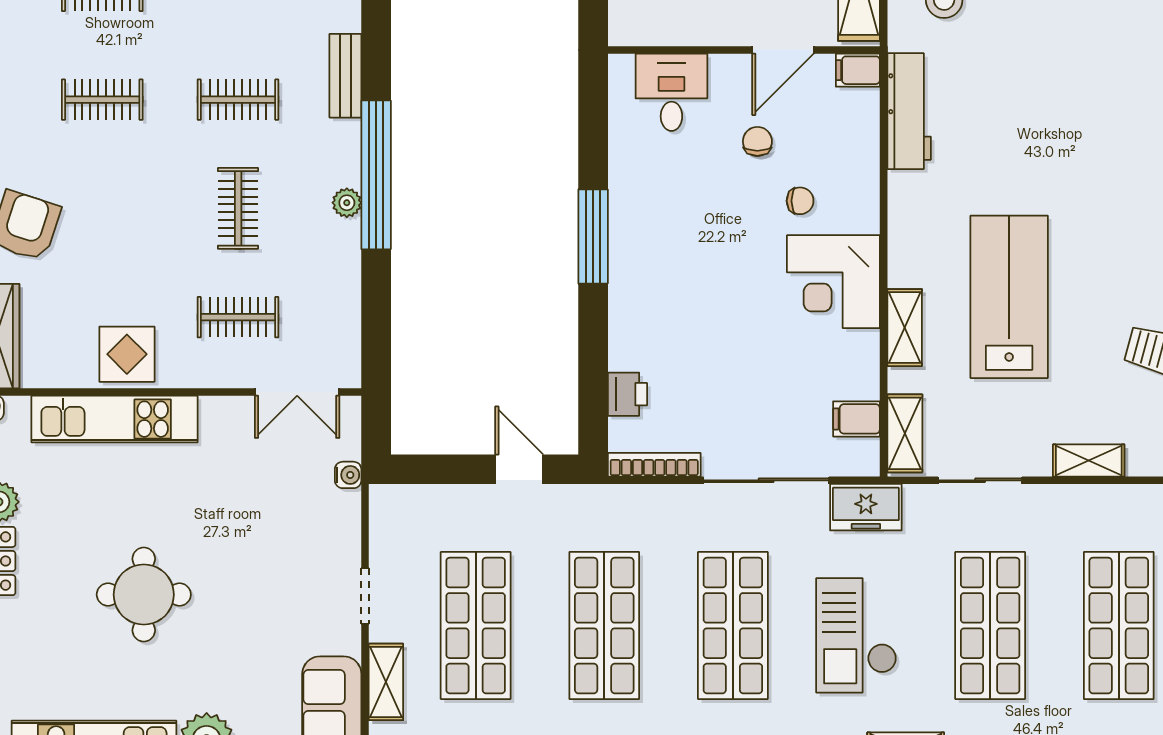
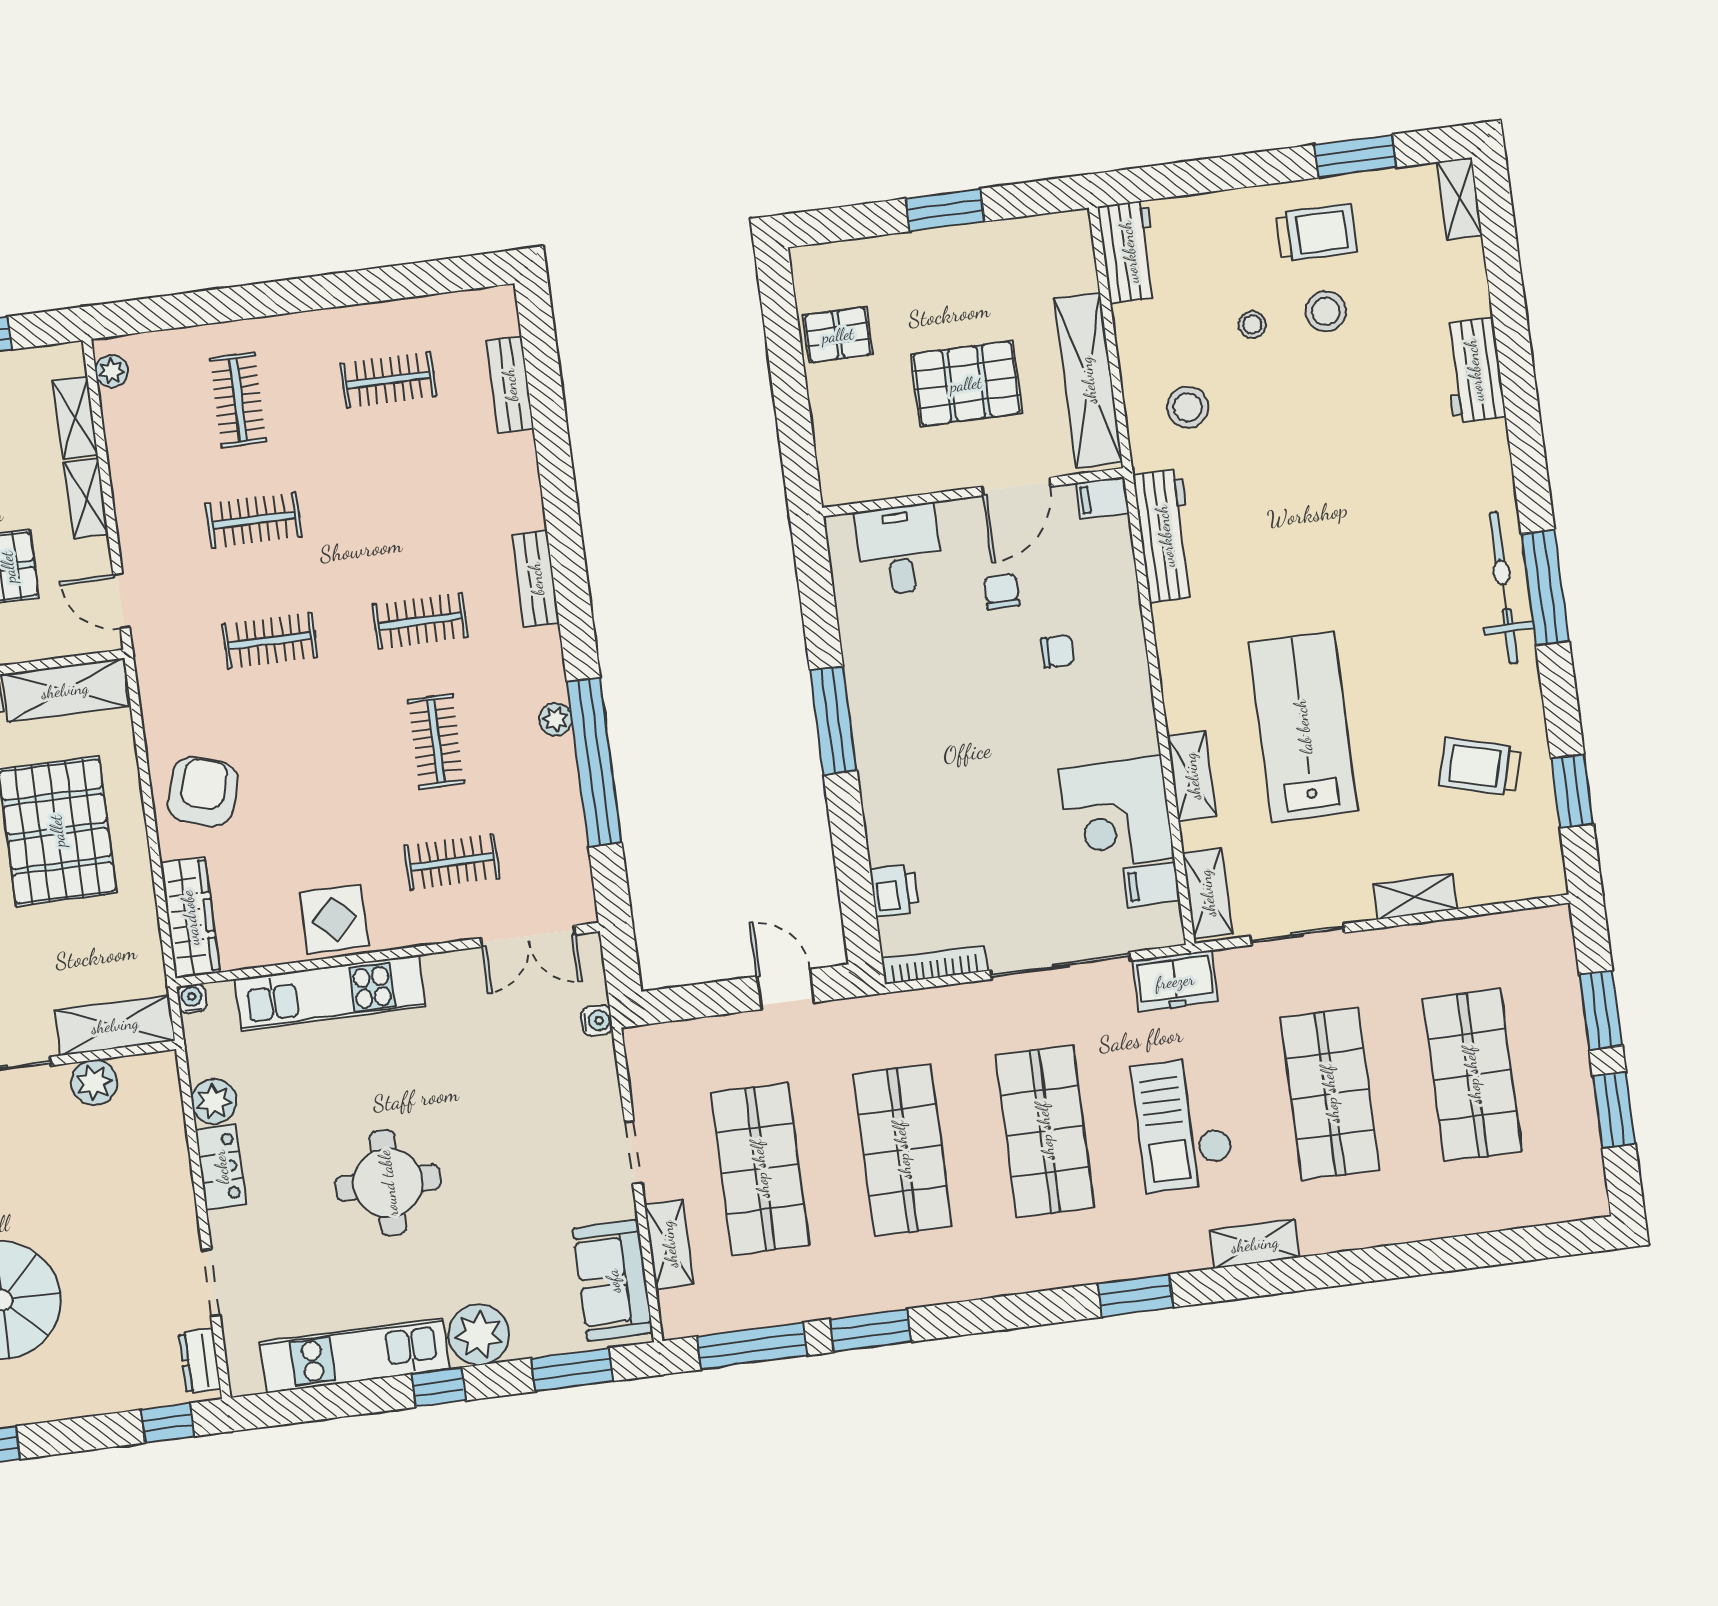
window: (376, 175) -> (594, 762), moved
corner desk: (833, 282) -> (1116, 814), moved

